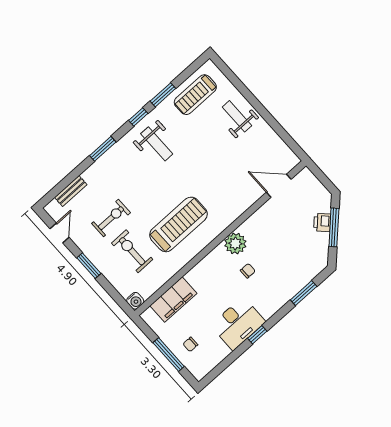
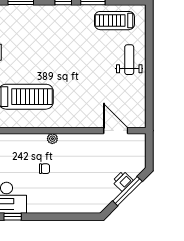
weight bench: (157, 144) -> (60, 30), removed
plant: (235, 243) -> (52, 139), width x0.53, depth x0.53
window: (304, 293) -> (68, 217), removed

